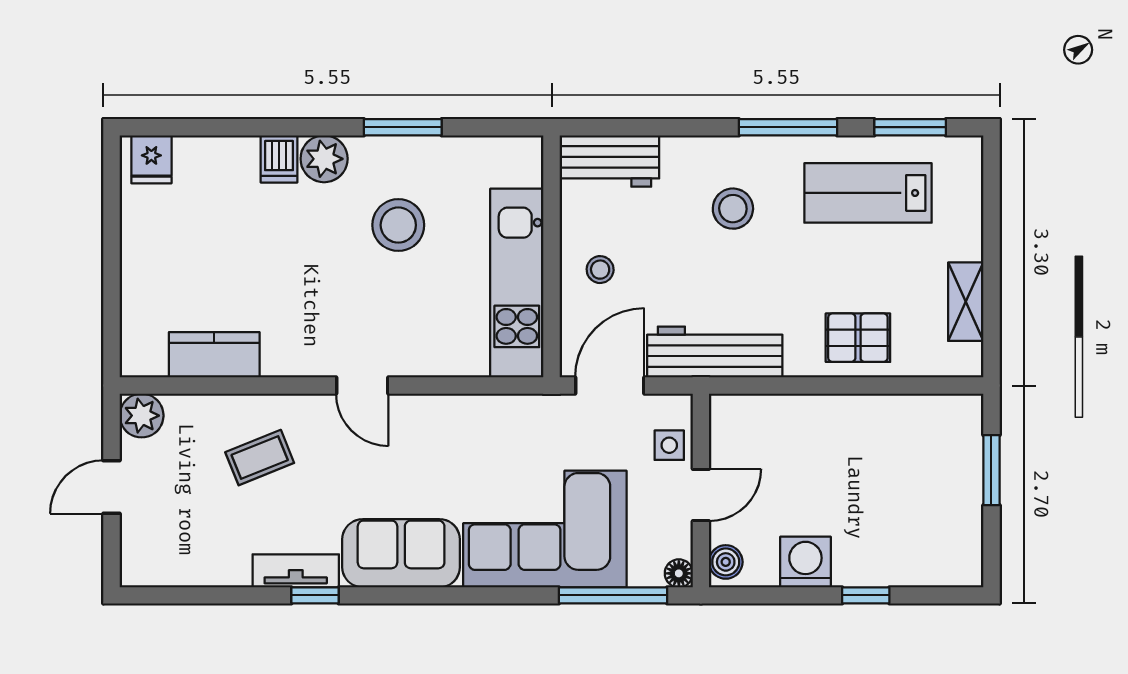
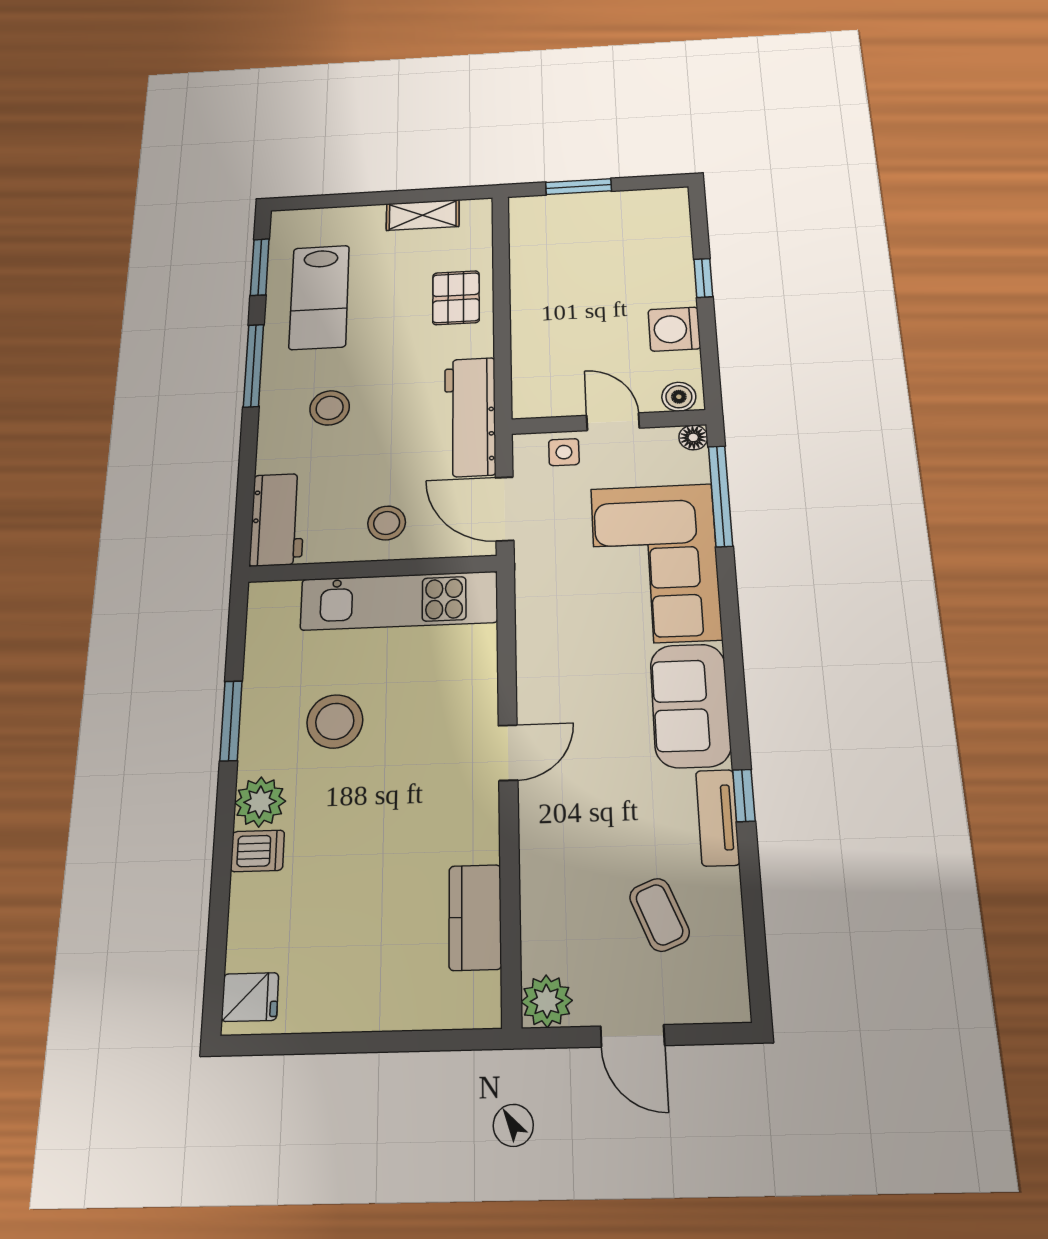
stool: (600, 270) -> (387, 523), width x1.37, depth x1.37
coffee table: (260, 458) -> (659, 915), moved

